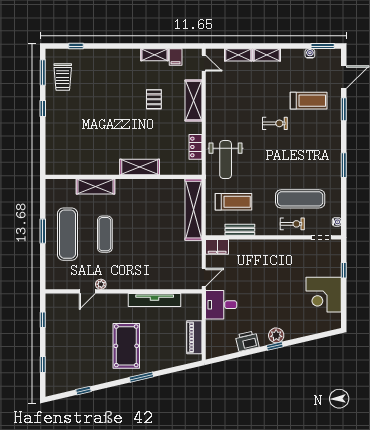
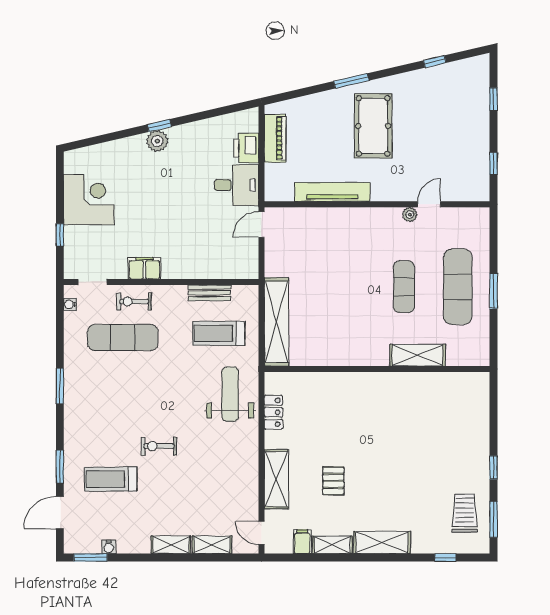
shelving: (140, 167) -> (382, 542), moved
filing cabinet: (217, 247) -> (144, 268), moved
printer: (247, 341) -> (246, 148), moved, turned 103

